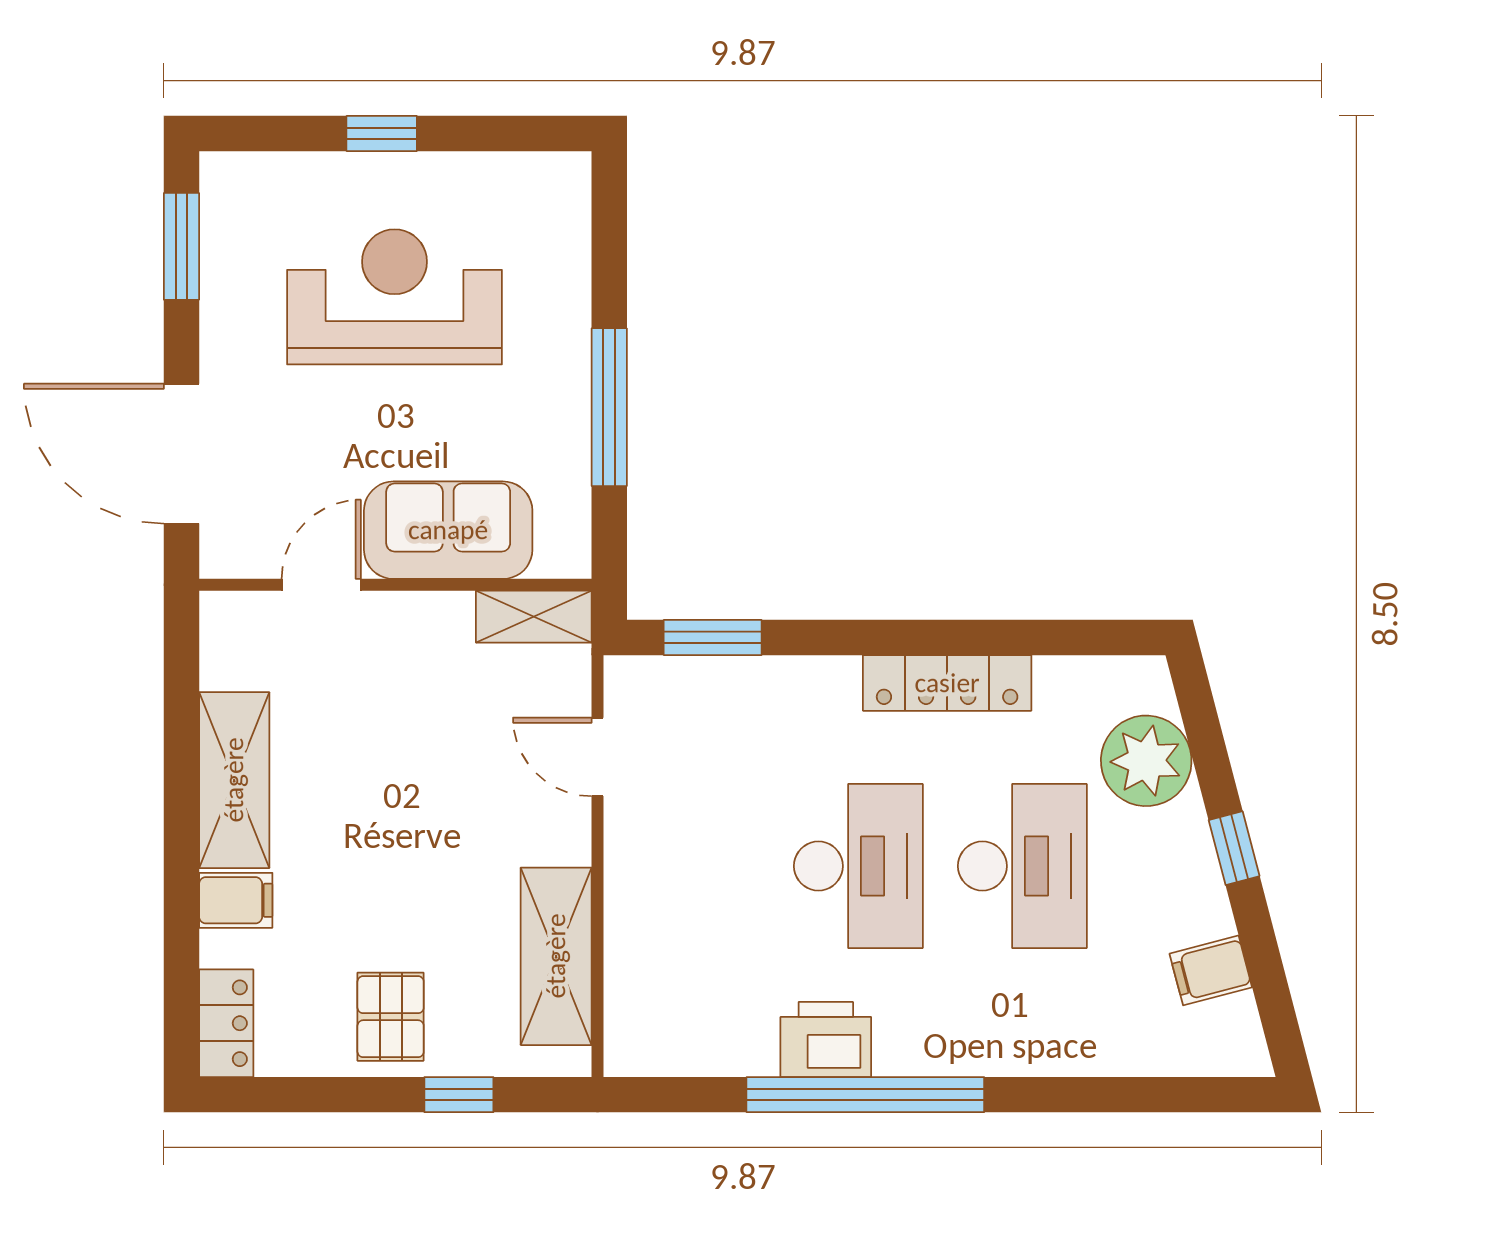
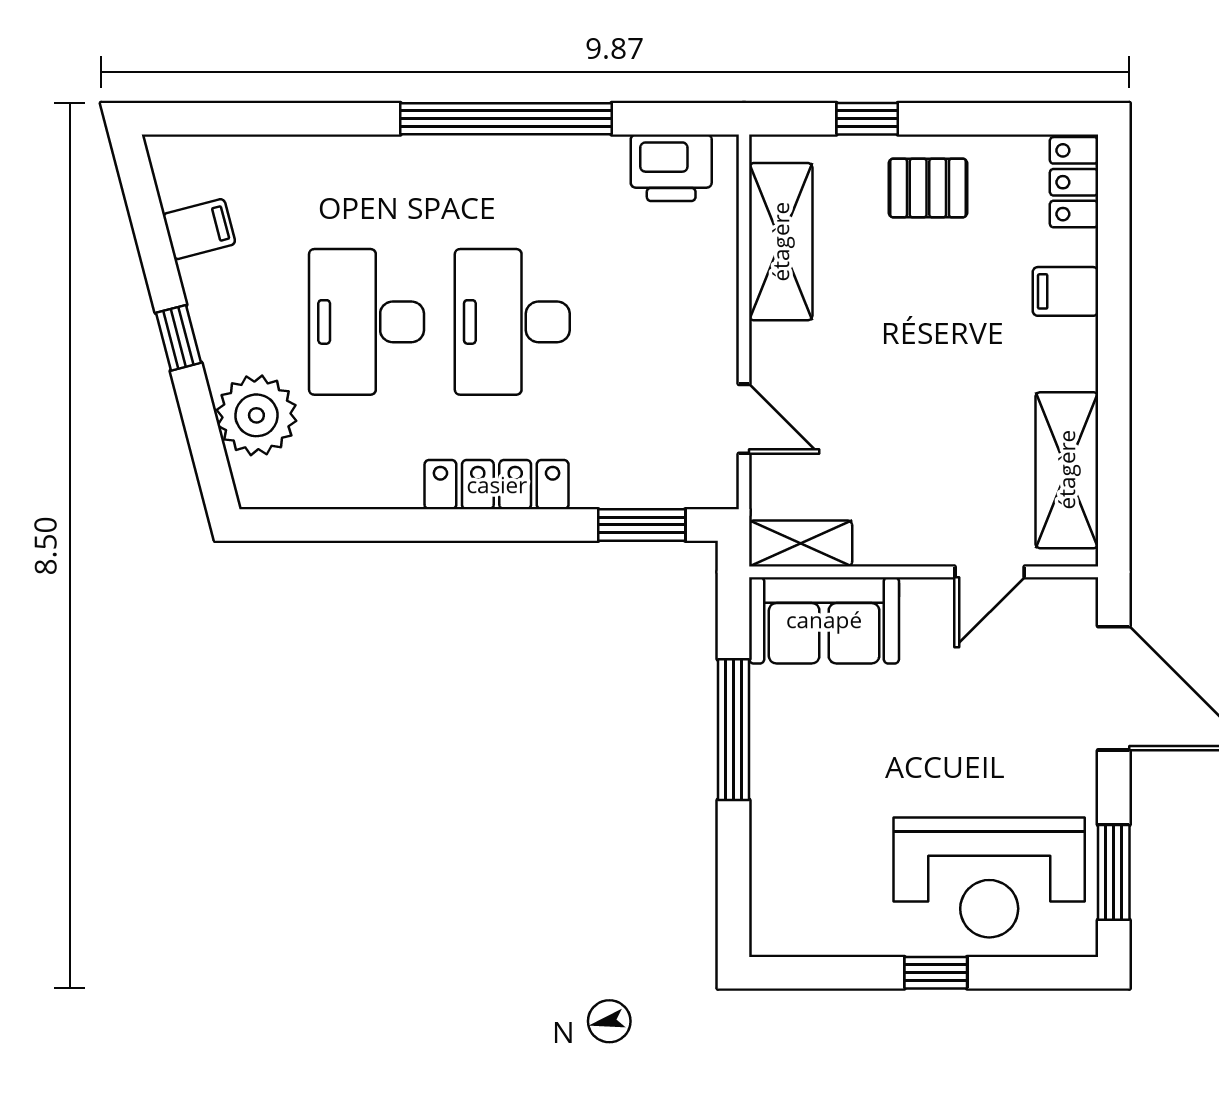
reception desk: (395, 297) -> (989, 877), moved
sofa: (448, 530) -> (824, 620), moved
locker: (947, 683) -> (497, 485), moved
shelving: (234, 780) -> (1067, 470), moved
pallet: (391, 1017) -> (928, 188), turned 90
printer: (826, 1039) -> (671, 168), moved

